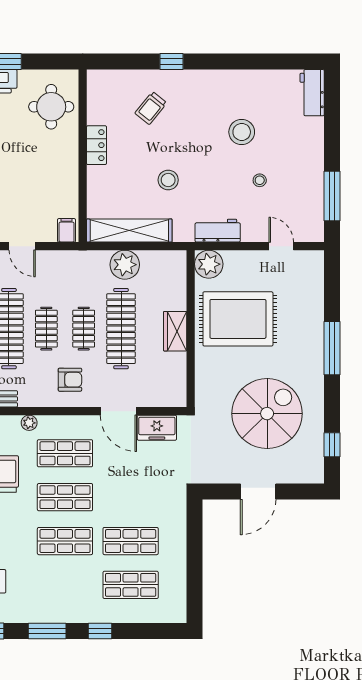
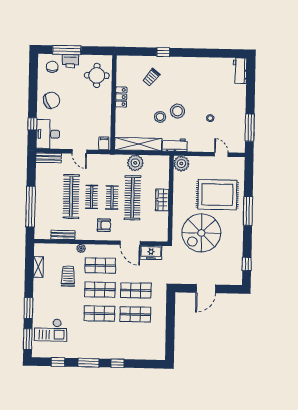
stool: (242, 132) -> (177, 111), moved
workbench: (218, 231) -> (175, 145), moved
rug: (238, 319) -> (217, 195), moved
spiral stairs: (267, 414) -> (201, 233), moved, turned 180
shop shelf: (131, 585) -> (136, 290), moved

